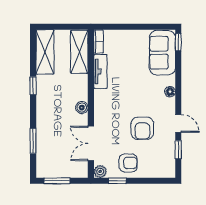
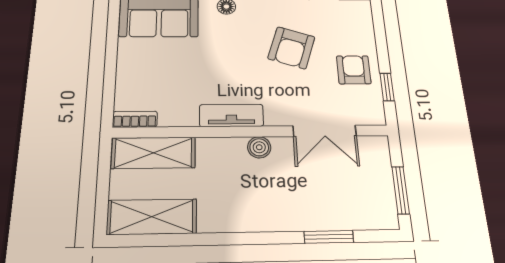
tv unit: (100, 71) -> (231, 115), moved
window: (33, 86) -> (219, 239), removed
armchair: (142, 128) -> (291, 48), turned 108
plant: (100, 172) -> (374, 115), removed

